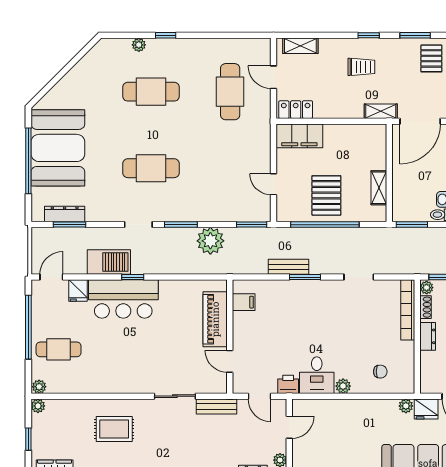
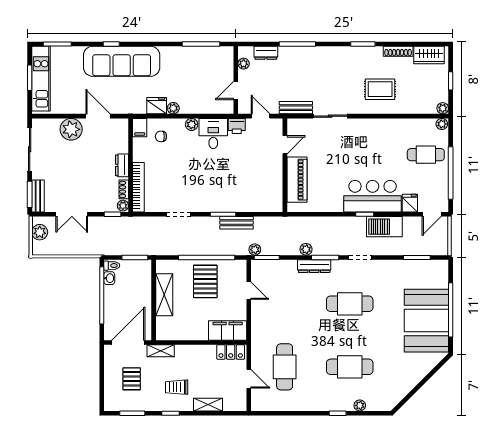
shelving: (300, 46) -> (208, 405), moved
pallet: (431, 58) -> (132, 379), moved
shelving: (379, 188) -> (164, 295), width x1.50, depth x1.33
dresser: (65, 214) -> (314, 266), moved
plant: (266, 234) -> (255, 250), added
plant: (210, 241) -> (306, 249), width x0.53, depth x0.53
filing cabinet: (244, 302) -> (140, 128), moved, turned -90
door: (230, 361) -> (285, 145), hinge flipped
plant: (406, 406) -> (173, 108), moved
fridge: (426, 409) -> (157, 106), moved

